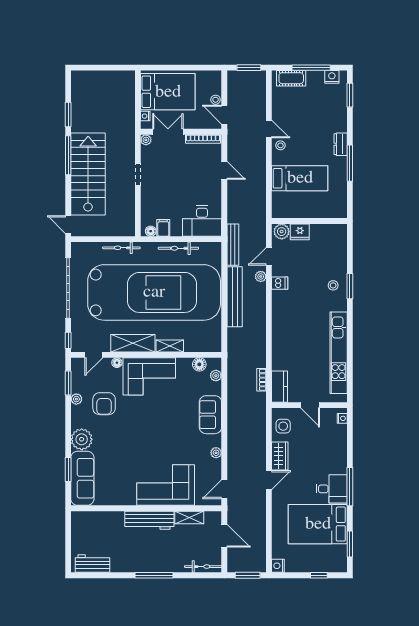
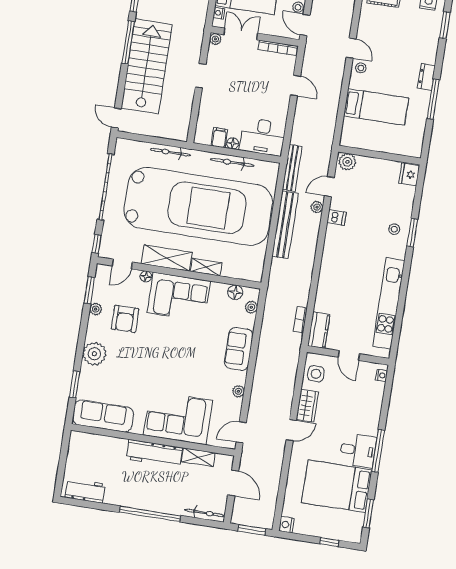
floor lamp: (151, 231) -> (233, 143), moved
fridge: (300, 232) -> (409, 174), moved, turned 90
sofa: (82, 478) -> (103, 416), moved, turned -90
window: (154, 575) -> (150, 514), width x1.46

